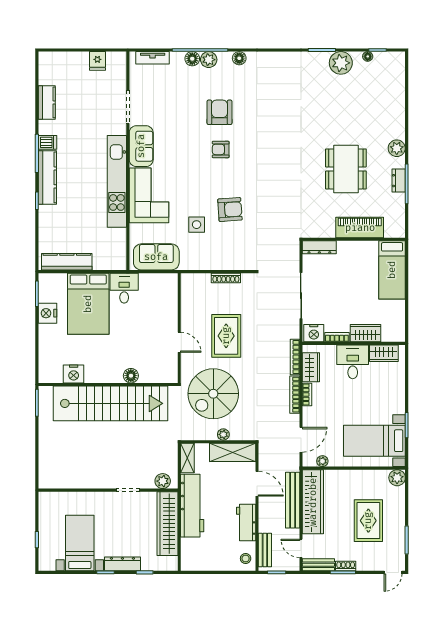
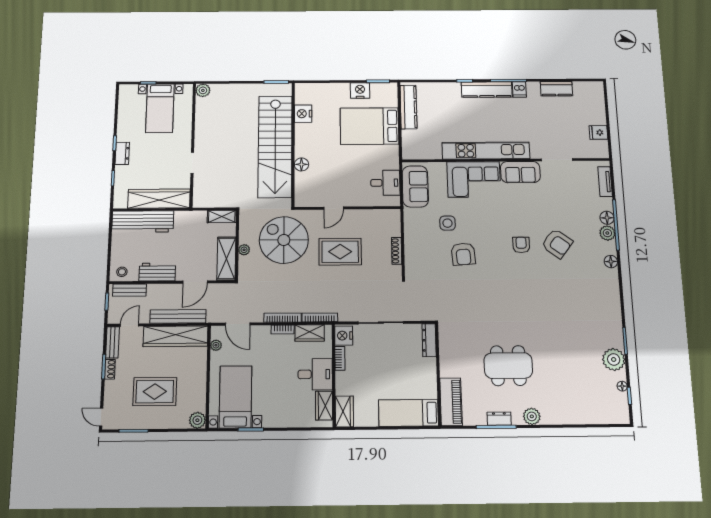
armchair: (220, 112) -> (557, 243), turned 37
piano: (360, 228) -> (451, 402), moved
desk: (124, 288) -> (385, 183), moved
wardrobe: (365, 333) -> (344, 411), moved
plant: (163, 481) -> (203, 90), moved
workbench: (192, 506) -> (143, 222), moved
bed with nightstands: (80, 543) -> (160, 108), moved, turned 90
dresser: (122, 564) -> (122, 153), width x0.70

